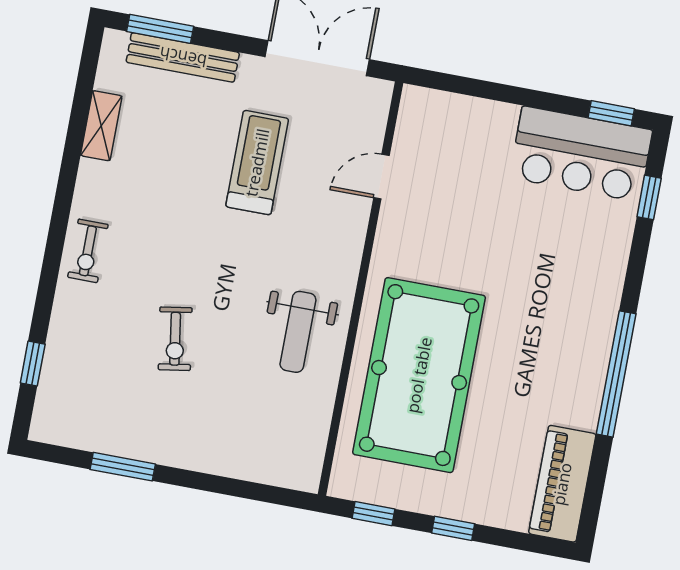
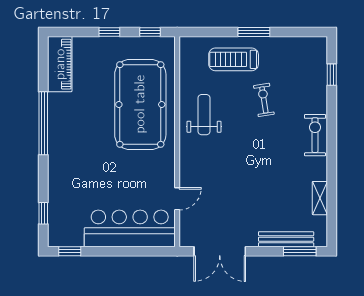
bar counter: (581, 154) -> (130, 228), moved, width x1.36
treadmill: (257, 163) -> (234, 59), moved, turned 90
exercise bike: (88, 251) -> (315, 135), width x1.38, depth x1.39
window: (123, 467) -> (254, 32), moved

